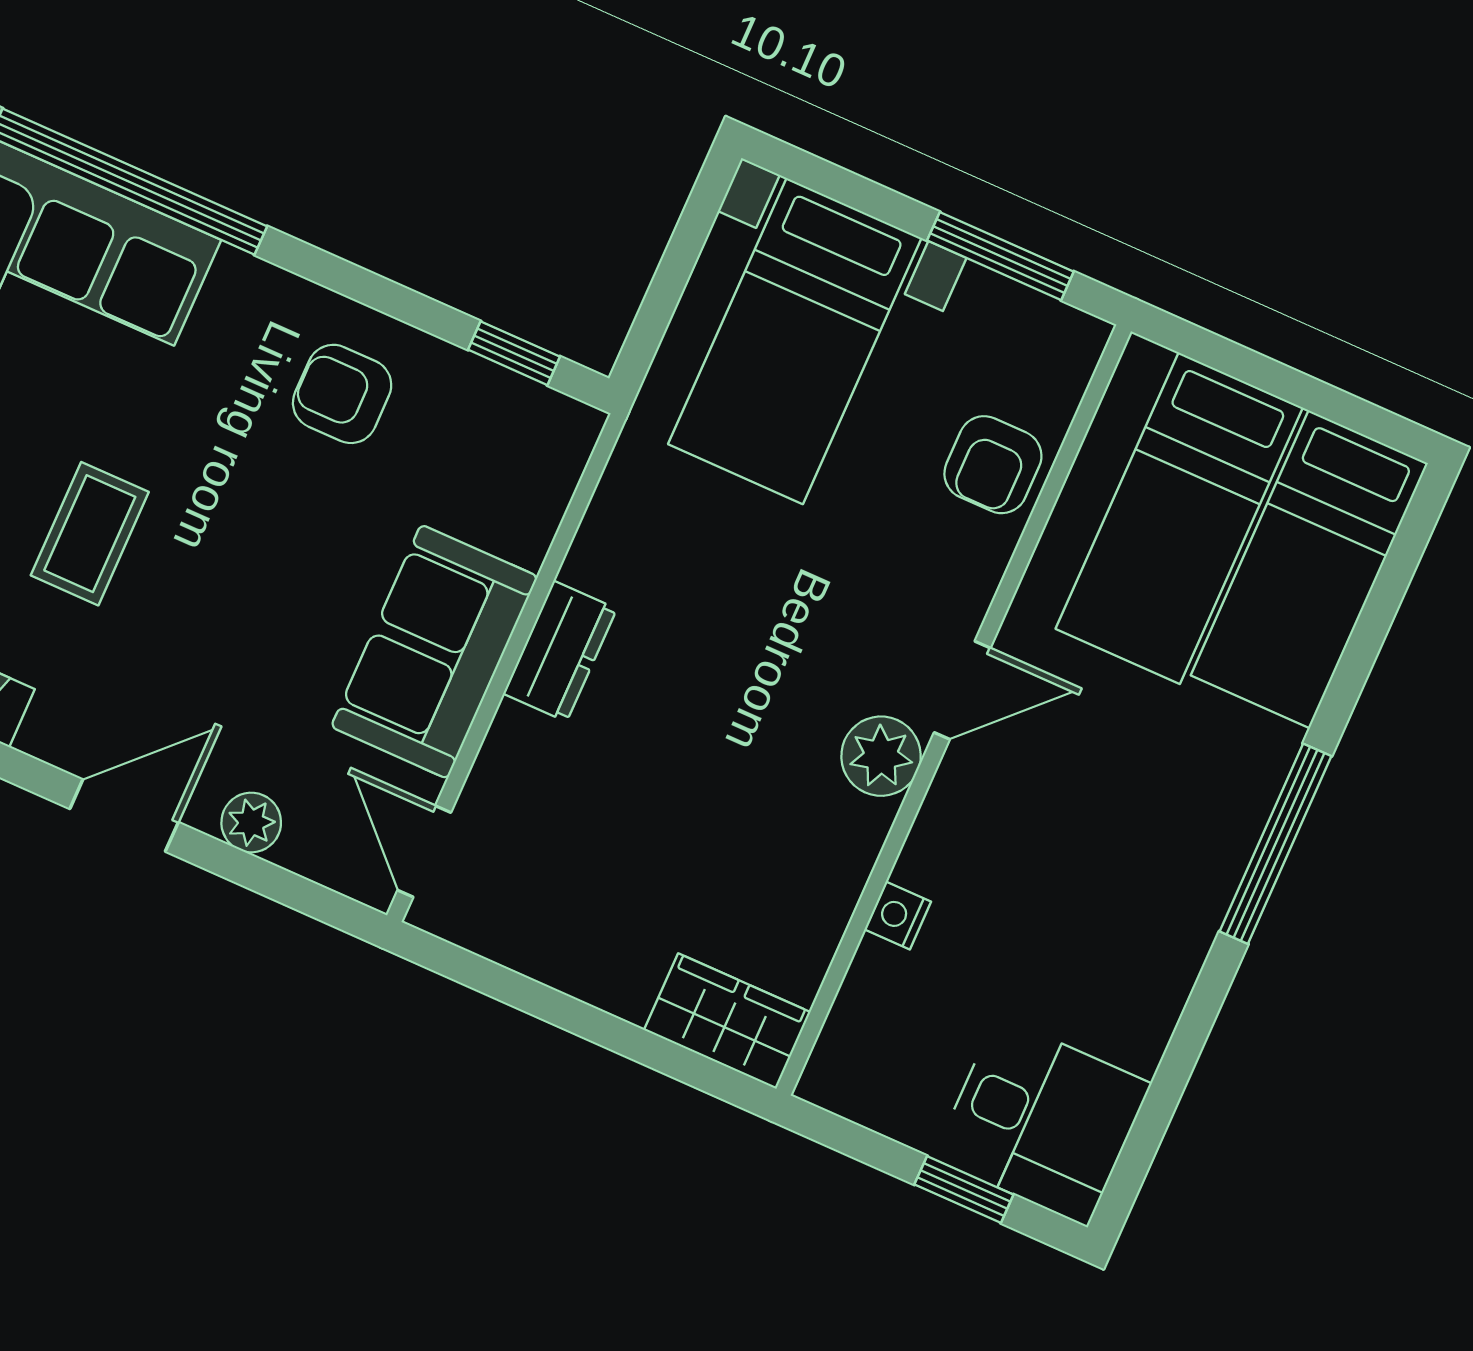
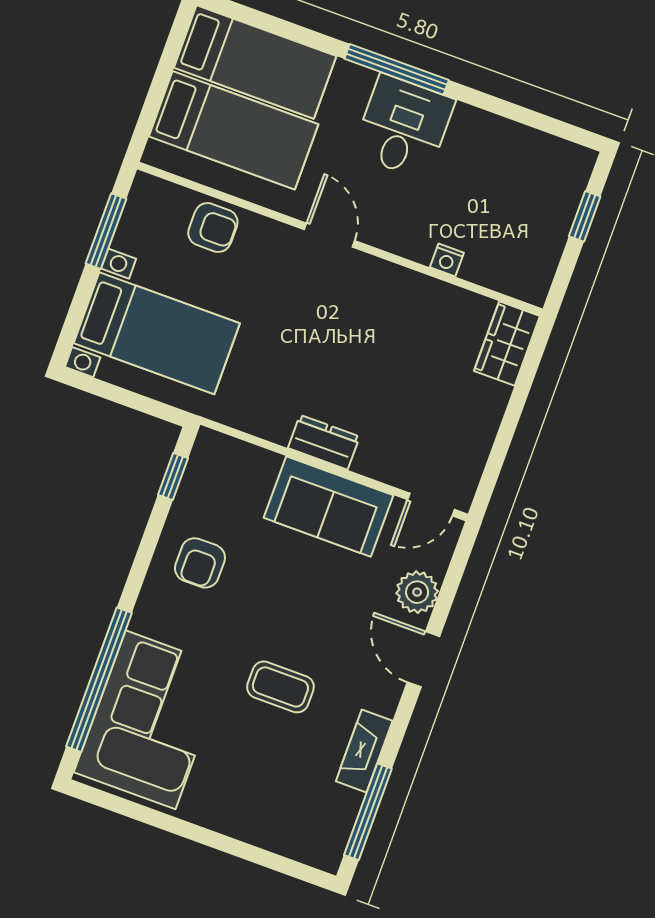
plant: (881, 756) -> (366, 274), removed
plant: (251, 823) -> (417, 592), width x1.38, depth x1.38
desk: (1042, 1121) -> (404, 127), moved

